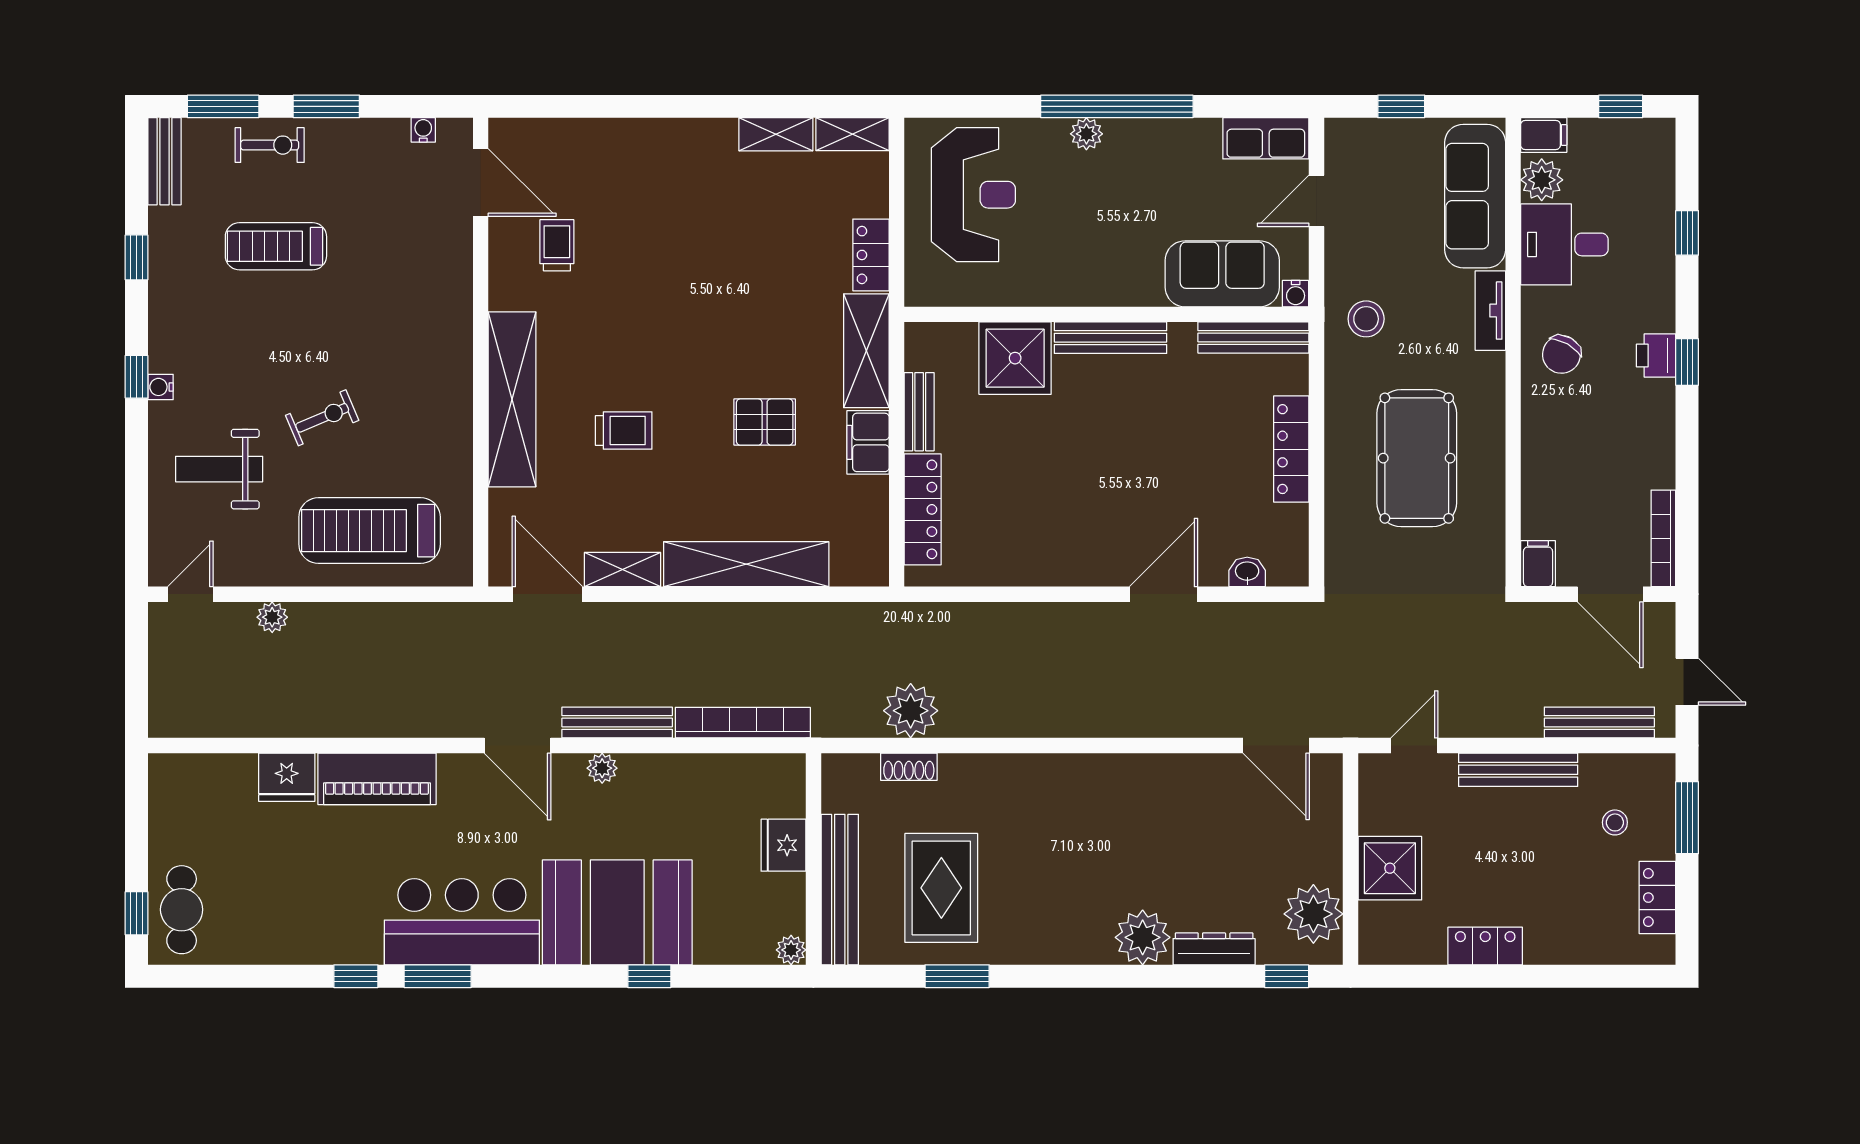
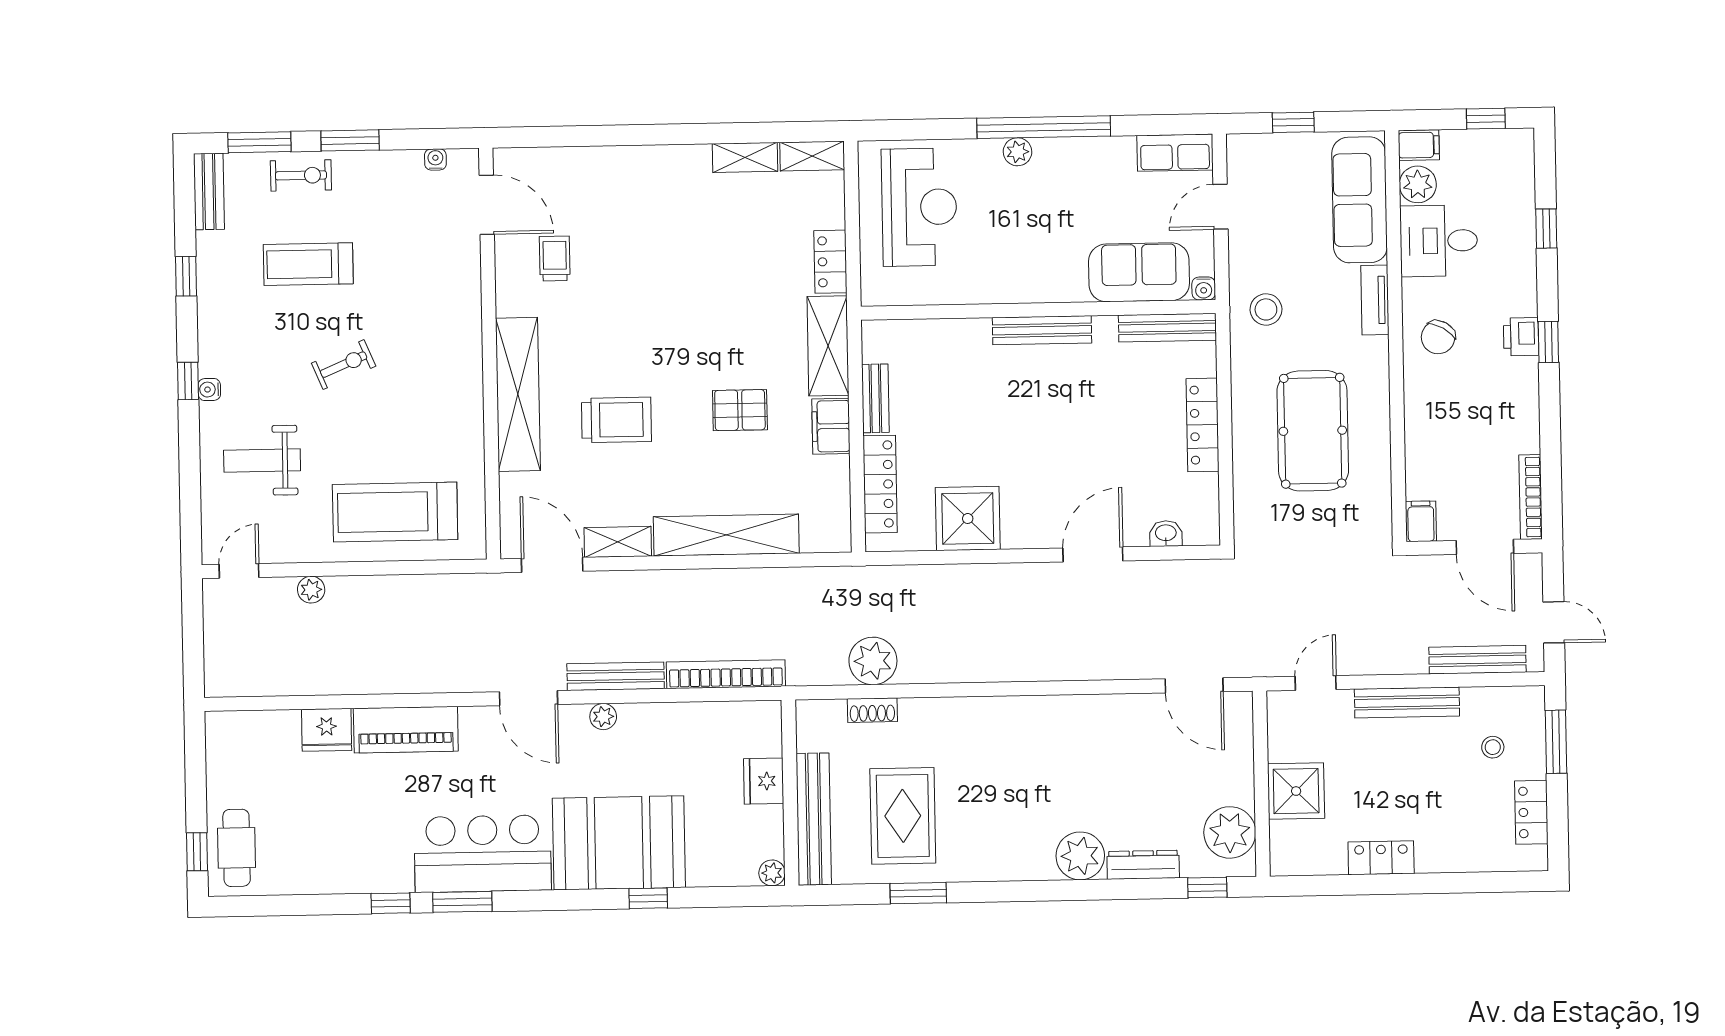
shower: (1015, 358) -> (968, 518), moved
exercise bike: (322, 418) -> (344, 365), moved
trolley: (624, 430) -> (616, 420), width x1.36, depth x1.39

